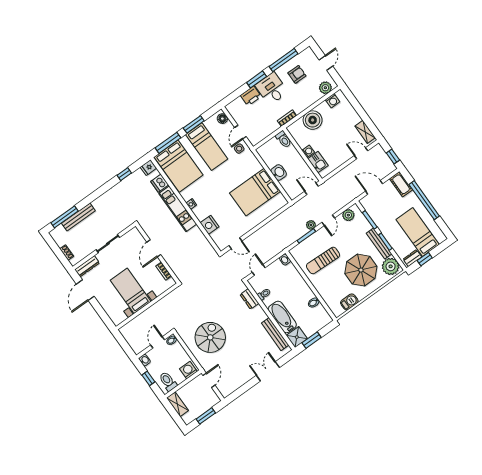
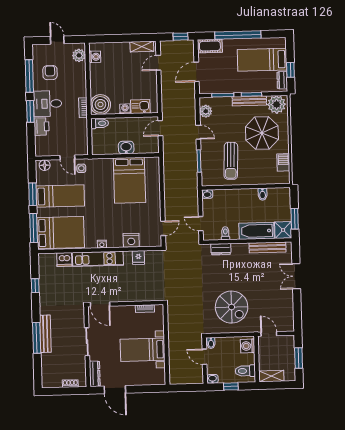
boiler: (313, 120) -> (100, 104), moved
fridge: (148, 168) -> (138, 258), moved
window: (64, 217) -> (37, 338), moved
bench: (78, 217) -> (45, 334), moved
plant: (311, 225) -> (192, 150), removed
door: (154, 248) -> (100, 304), moved
spiral stairs: (210, 337) -> (232, 307), turned 180

